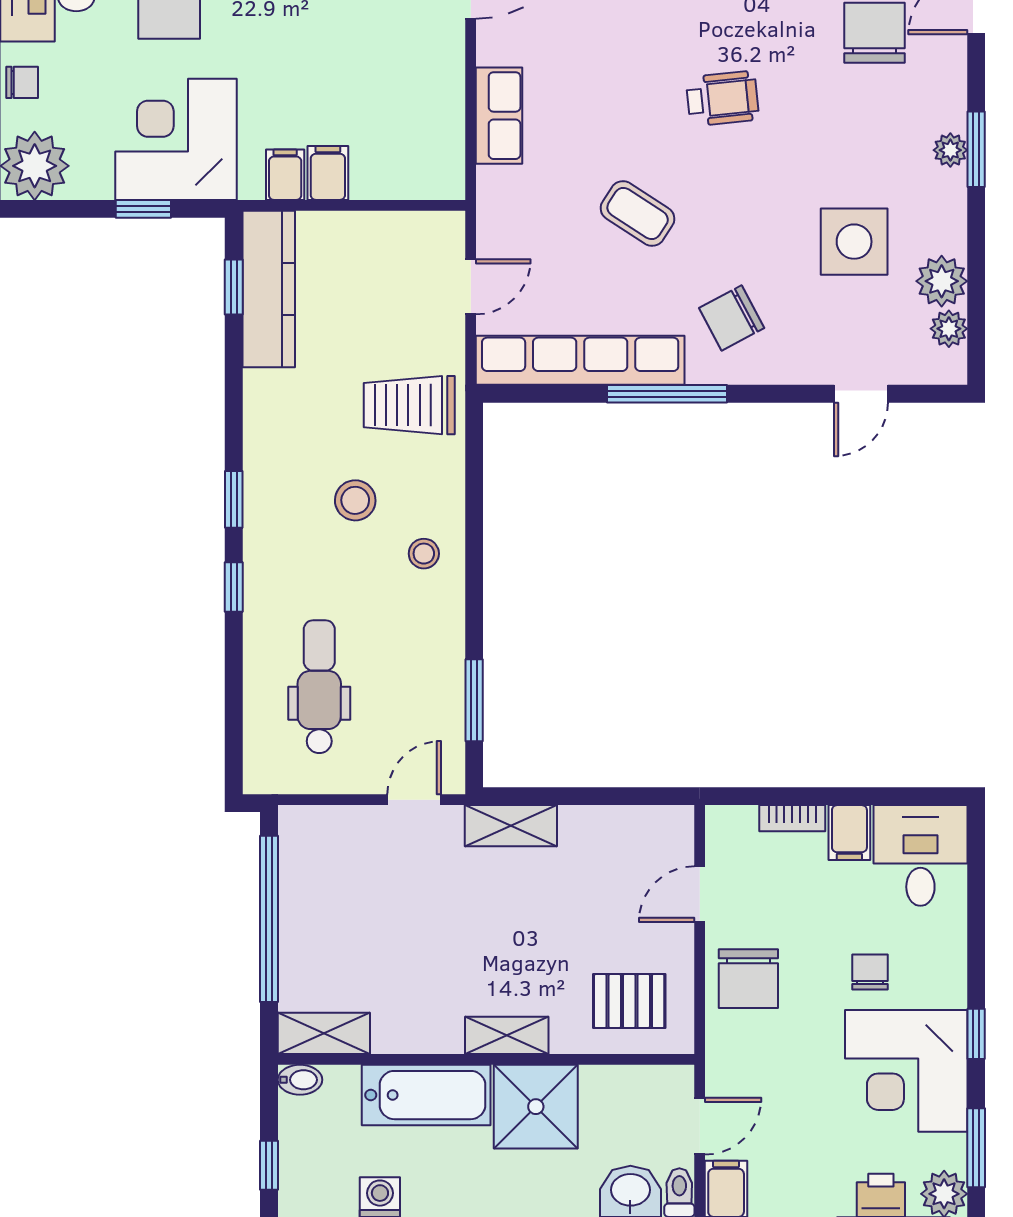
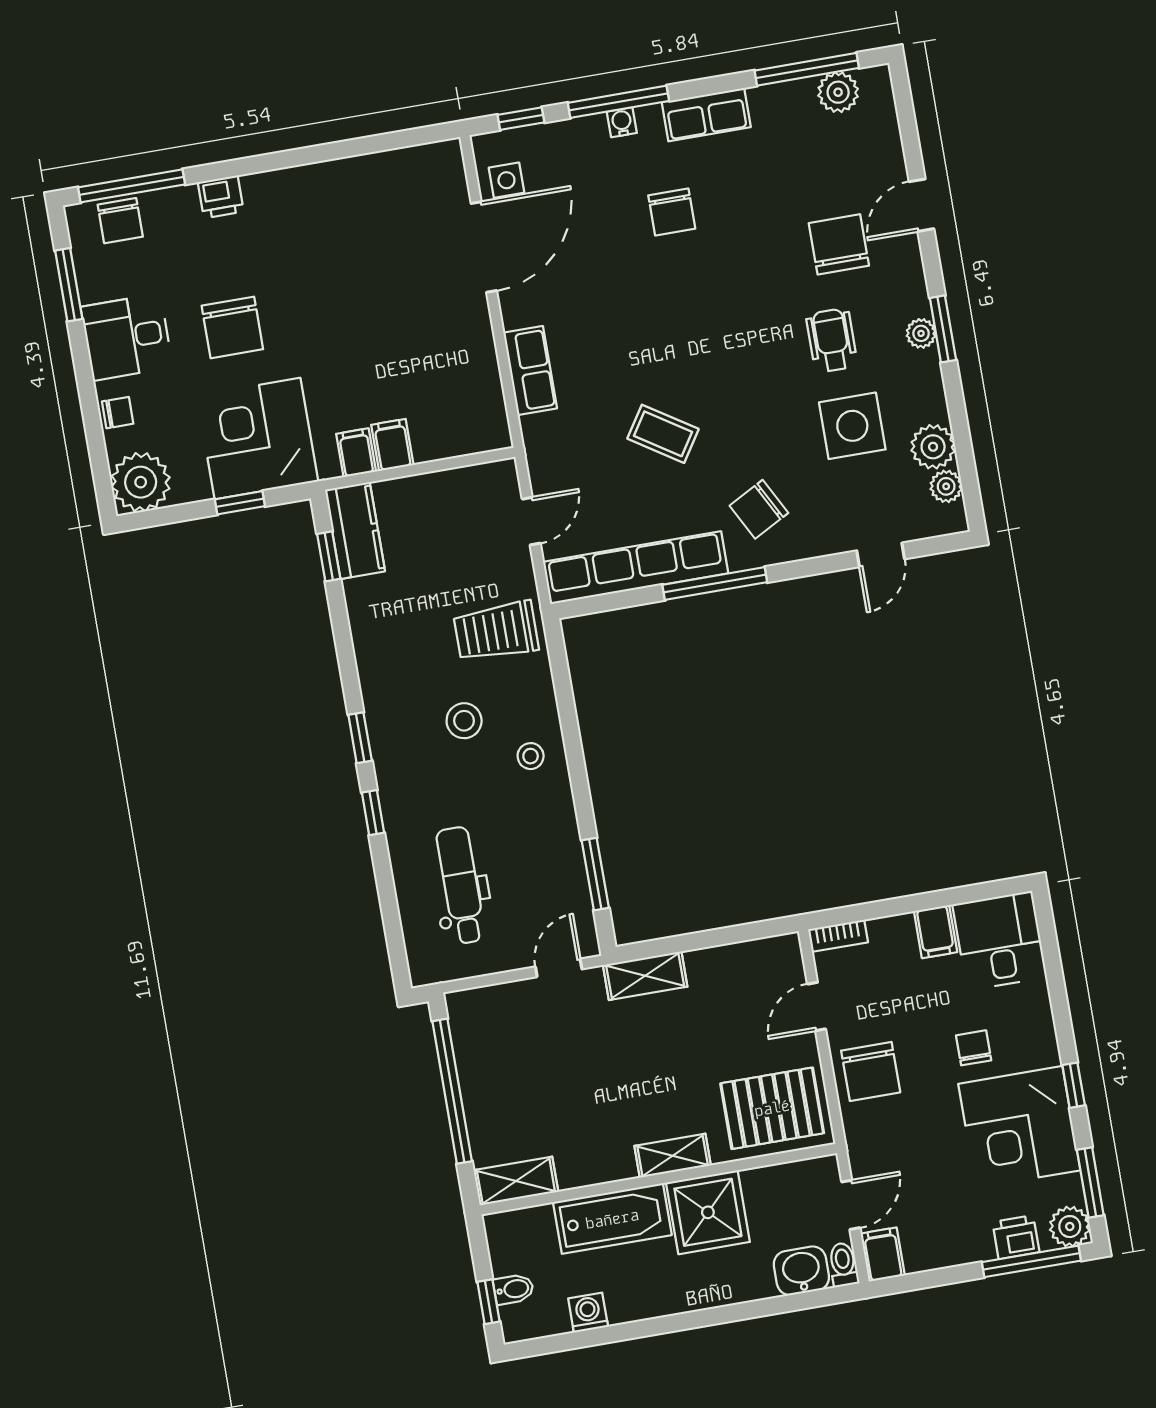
wheelchair: (722, 99) -> (832, 340), moved, turned -84
kitchen counter: (269, 289) -> (355, 530), width x0.67
bookcase: (792, 818) -> (838, 936), moved
pallet: (629, 1001) -> (772, 1108), width x1.50, depth x1.42
bidet: (300, 1080) -> (514, 1289), moved

